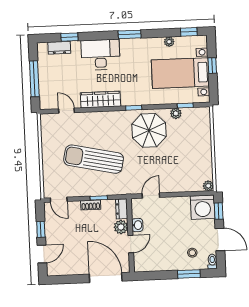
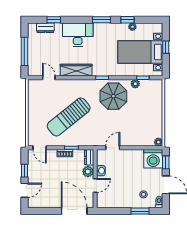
window: (189, 32) -> (127, 20), moved
sun lounger: (94, 159) -> (69, 117), turned -51

